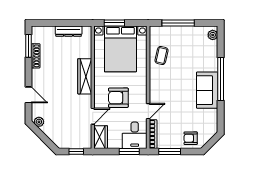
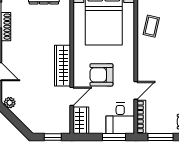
wardrobe: (85, 76) -> (63, 66), moved

